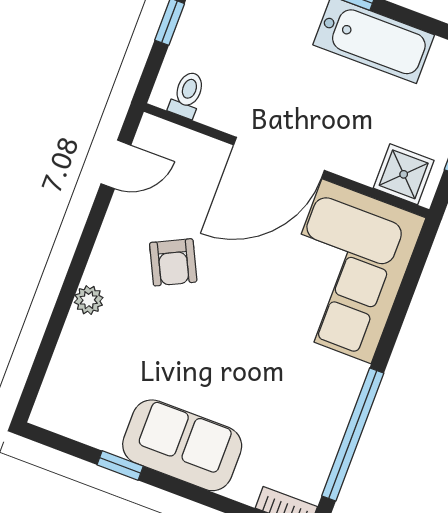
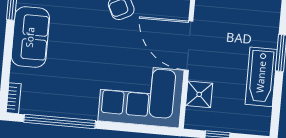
shower: (404, 174) -> (199, 94), moved

